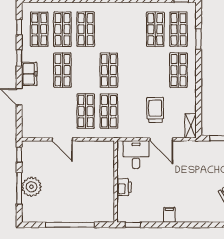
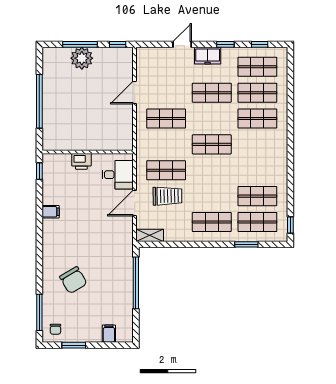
shop shelf: (109, 111) -> (166, 170), moved

